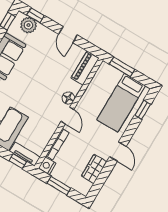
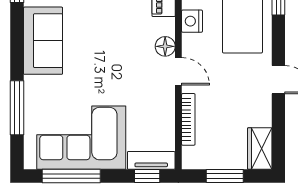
nightstand: (47, 166) -> (192, 21), moved
wardrobe: (94, 169) -> (260, 149), moved

